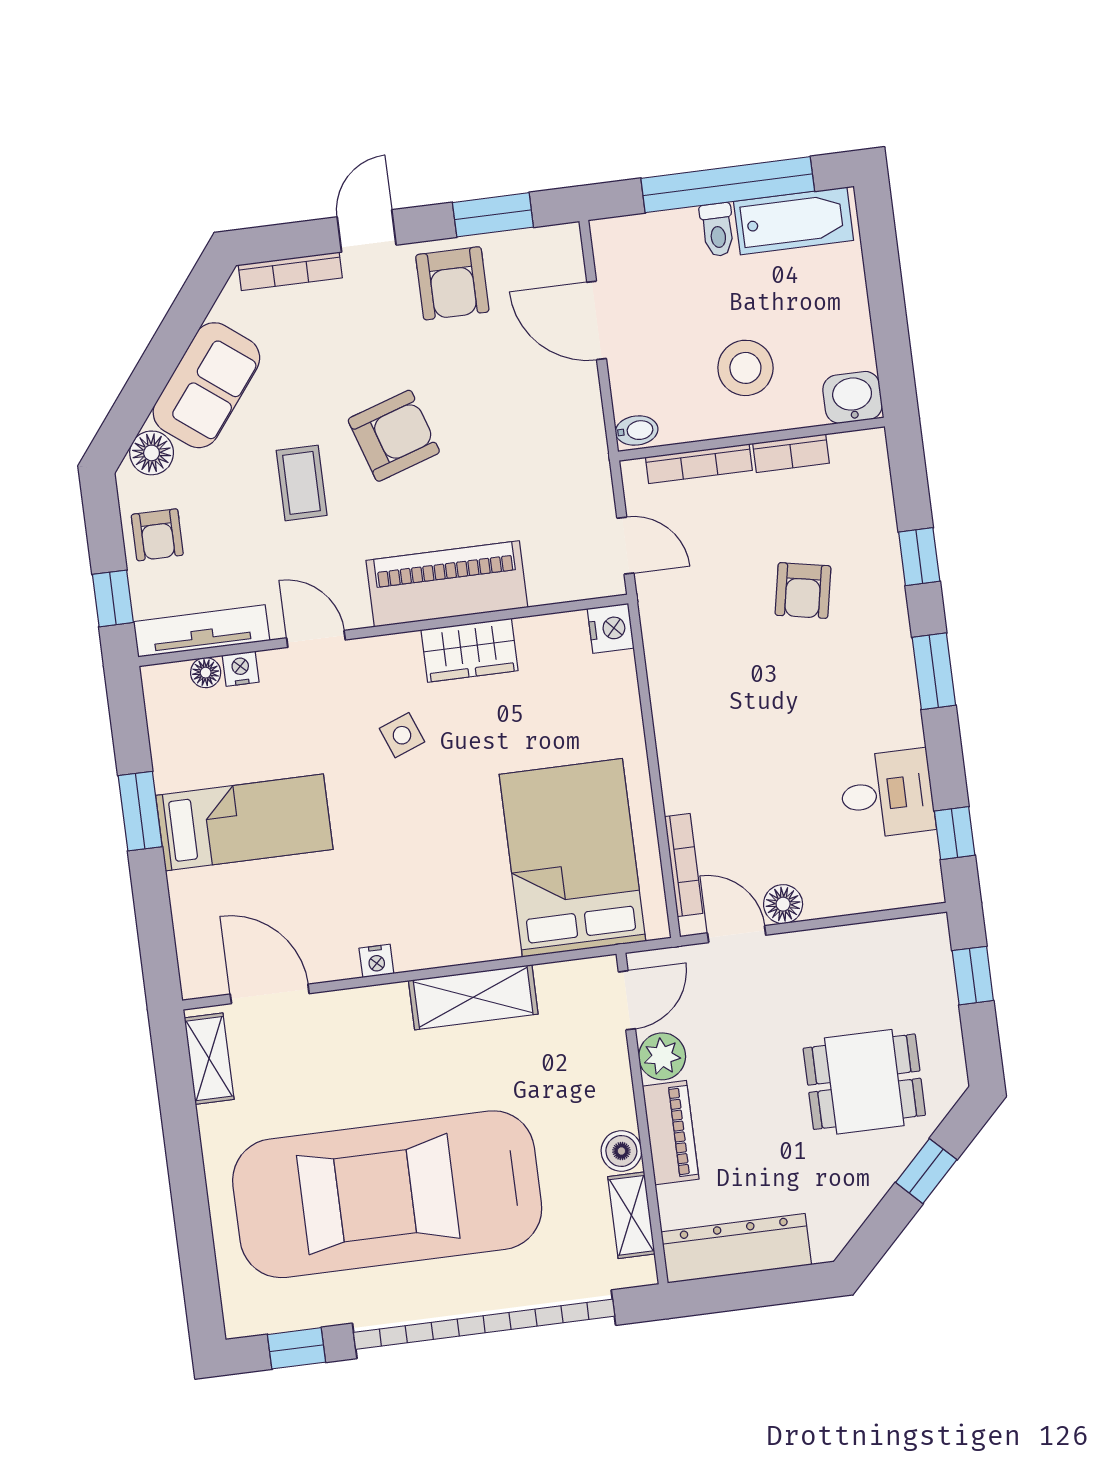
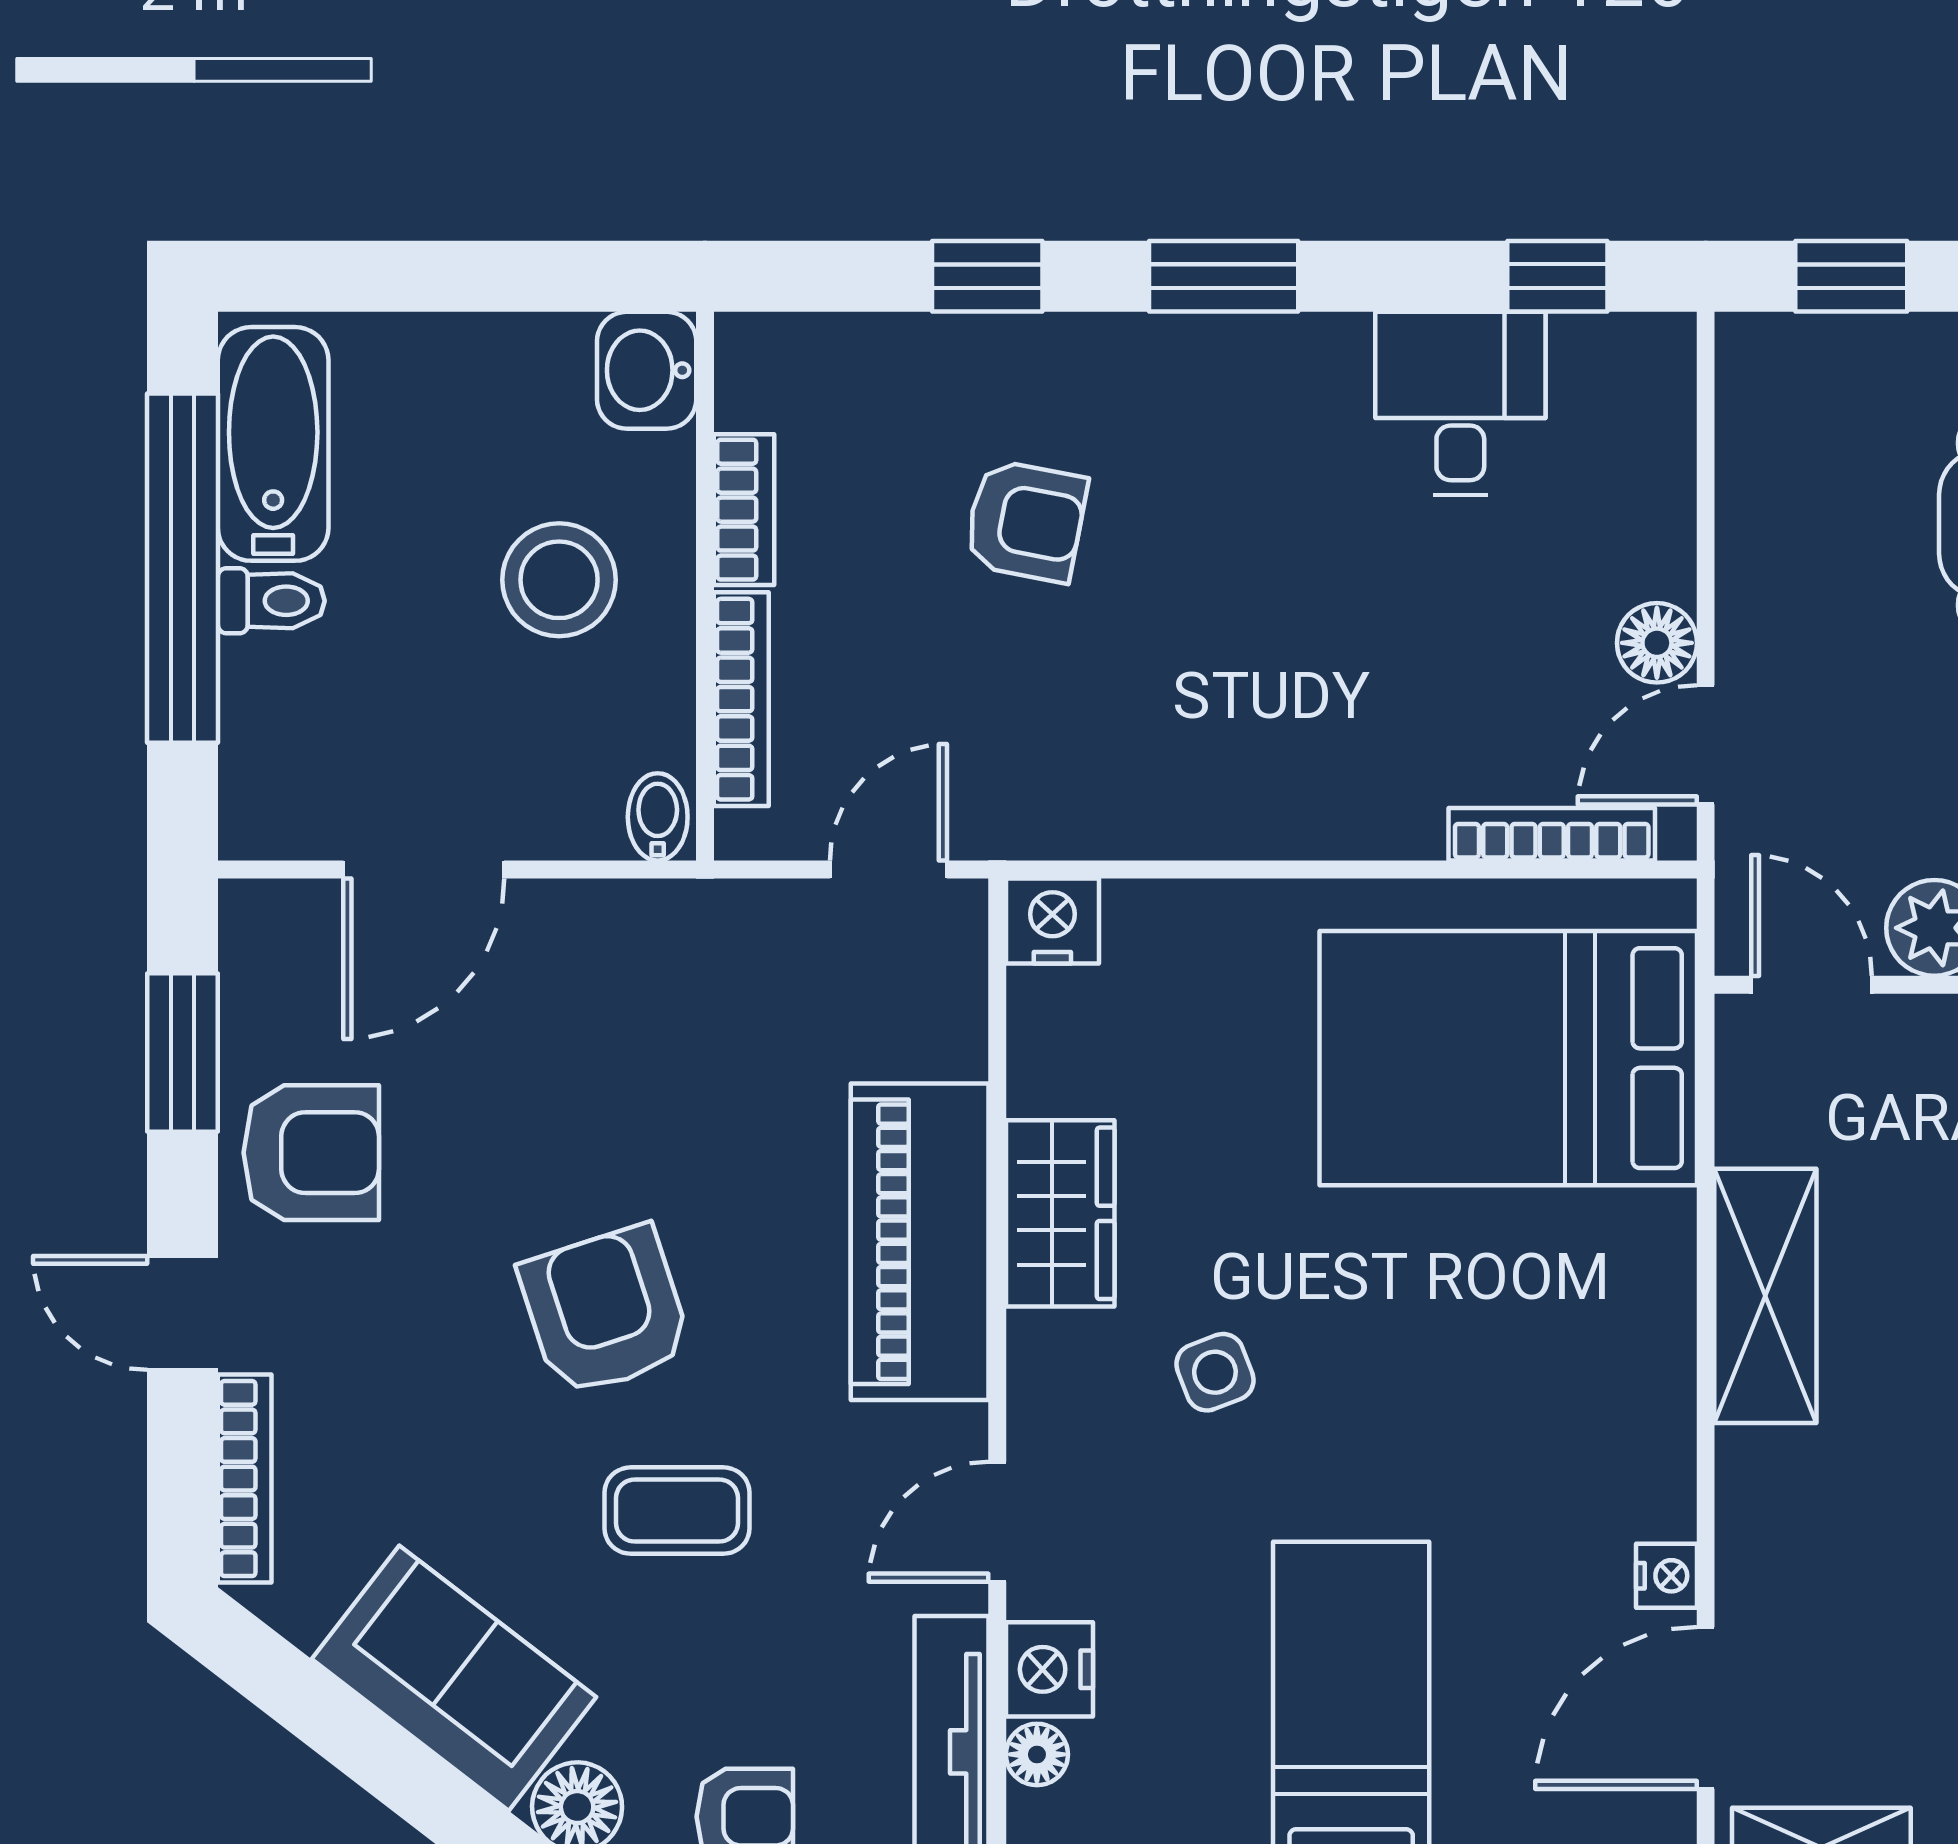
nightstand: (241, 669) -> (1049, 1669), width x1.39, depth x1.35
nightstand: (376, 961) -> (1666, 1576), moved

